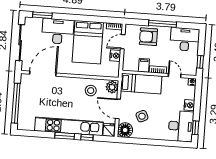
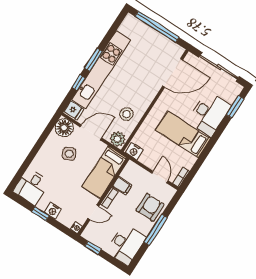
bed: (88, 42) -> (183, 134), width x0.67
nightstand: (115, 56) -> (134, 151), moved
door: (43, 74) -> (173, 73), hinge flipped
desk: (181, 126) -> (31, 187), width x0.73
window: (195, 128) -> (40, 214), moved

